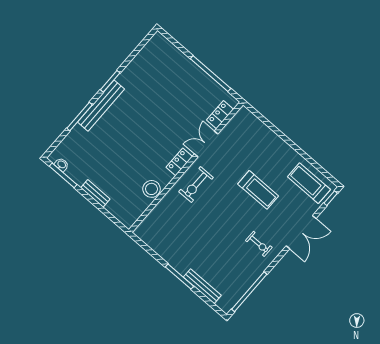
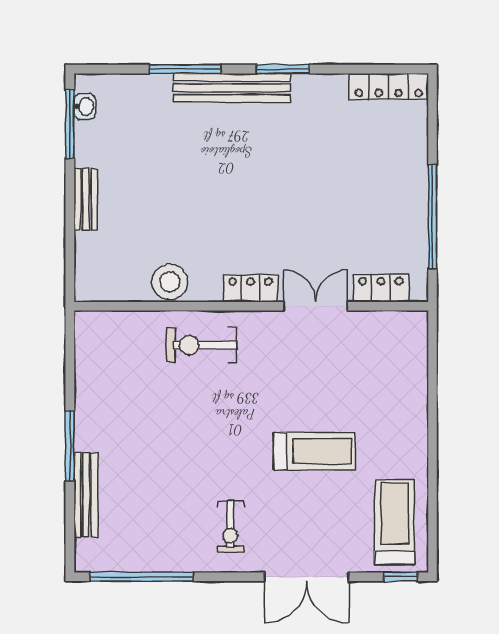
locker: (150, 48) -> (389, 86), added
exercise bike: (196, 185) -> (202, 345), moved
treadmill: (258, 190) -> (314, 451), turned -90

